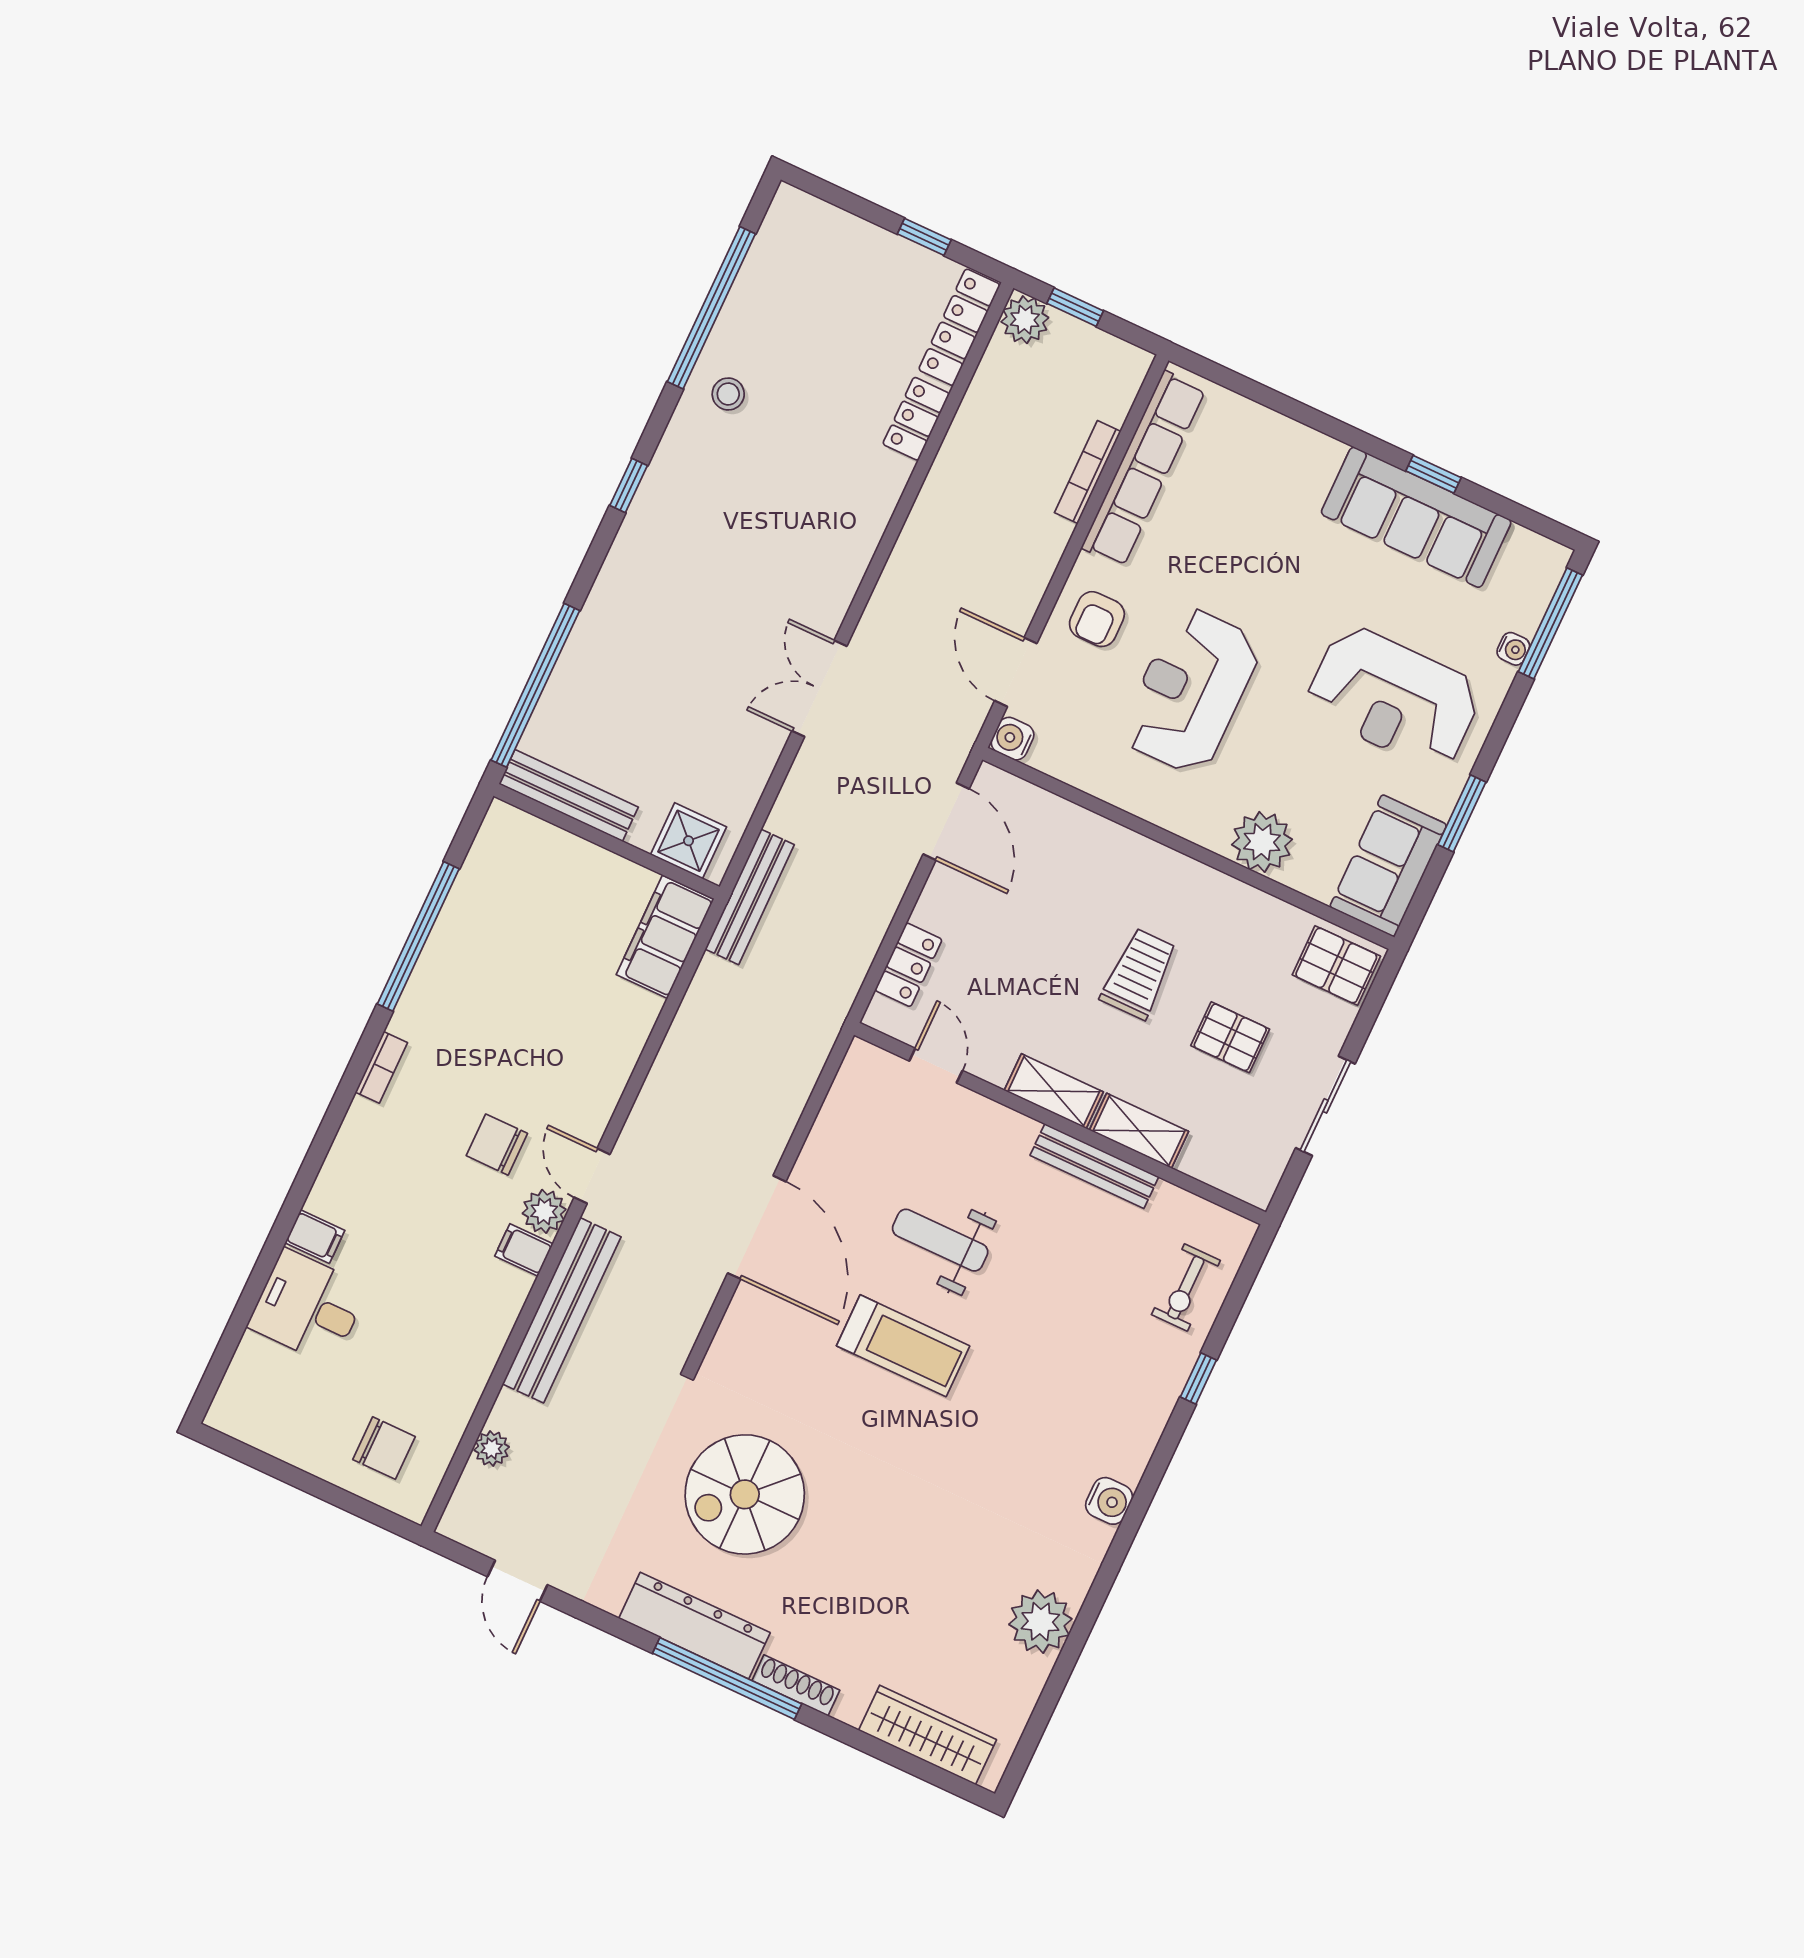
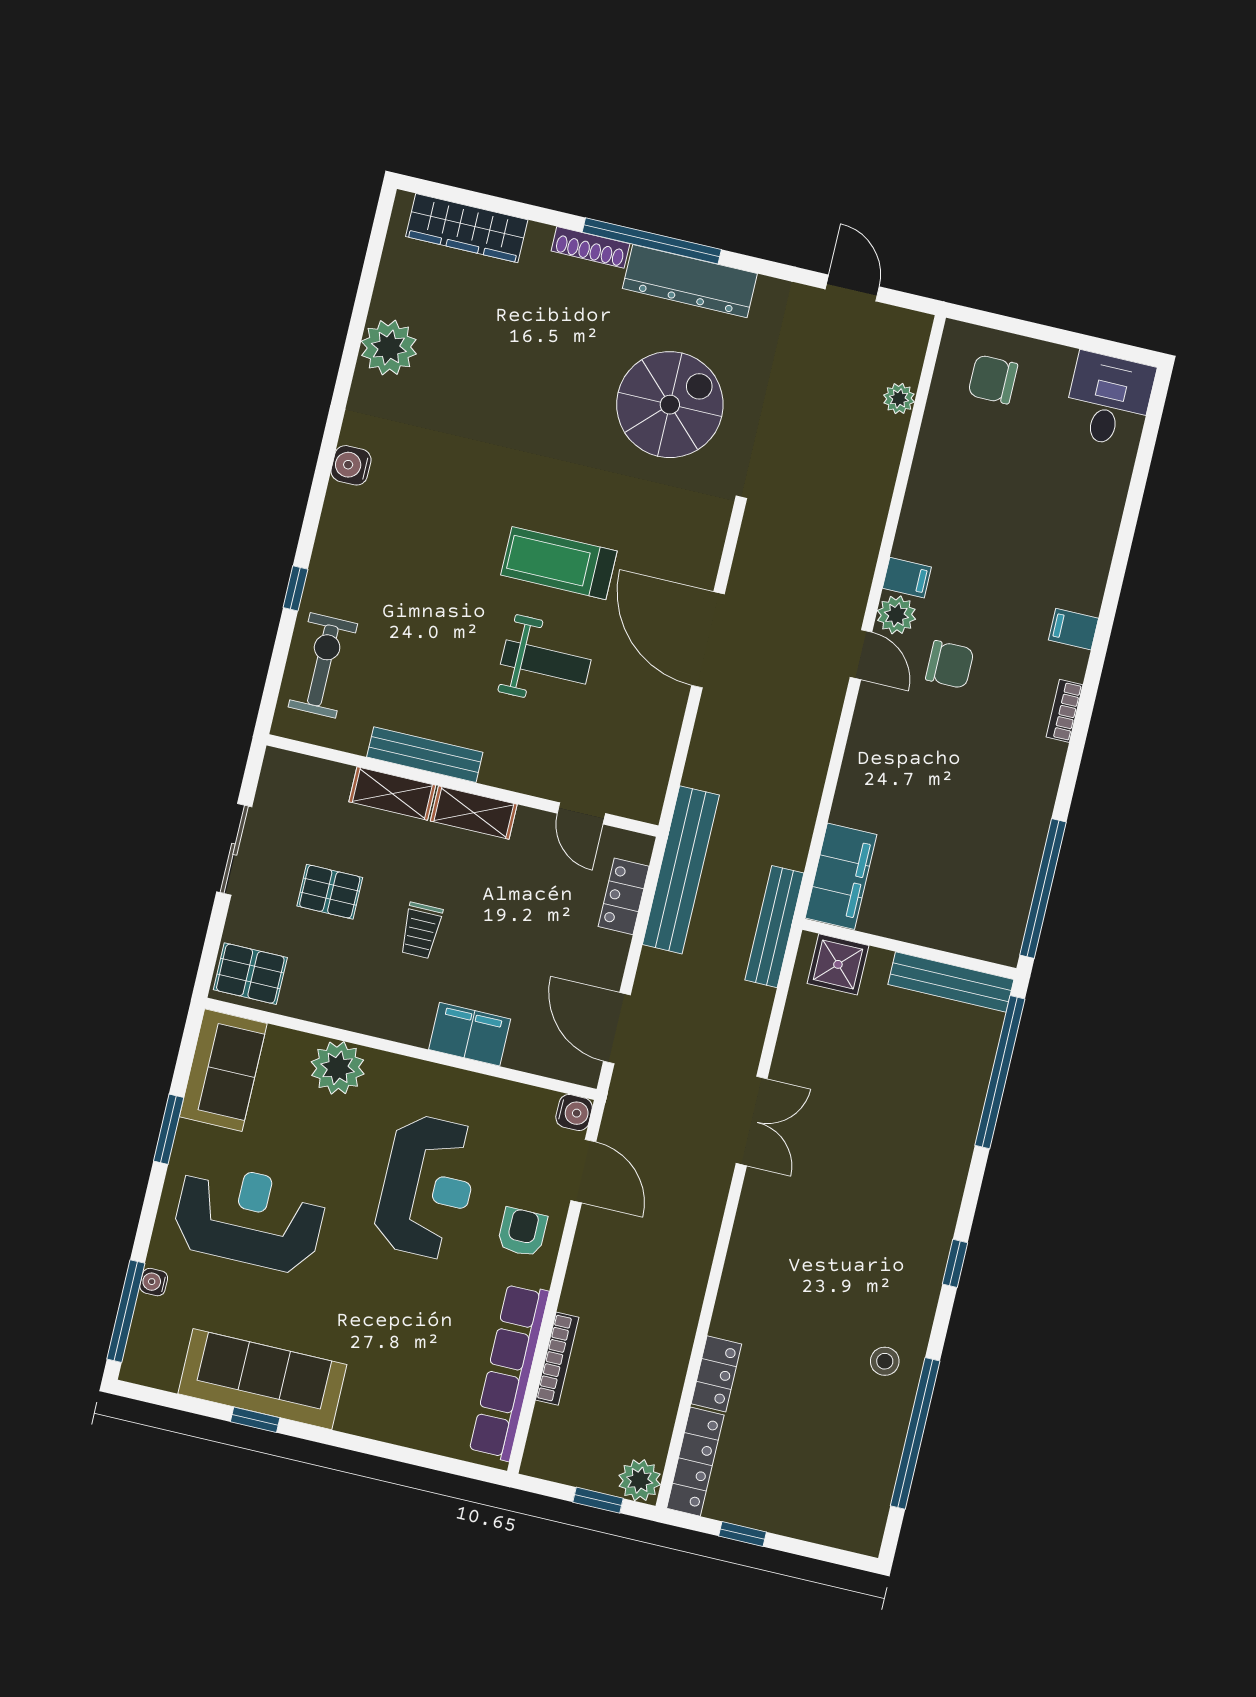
filing cabinet: (1109, 849) -> (470, 1034), added
window: (418, 936) -> (1043, 888), moved
trolley: (1139, 974) -> (421, 930), width x0.73, depth x0.72
filing cabinet: (315, 1237) -> (1073, 629), moved
exercise bike: (1186, 1288) -> (323, 665), width x1.38, depth x1.39
desk: (308, 1307) -> (1109, 400), moved, turned -90
bench: (562, 1310) -> (681, 870), moved

